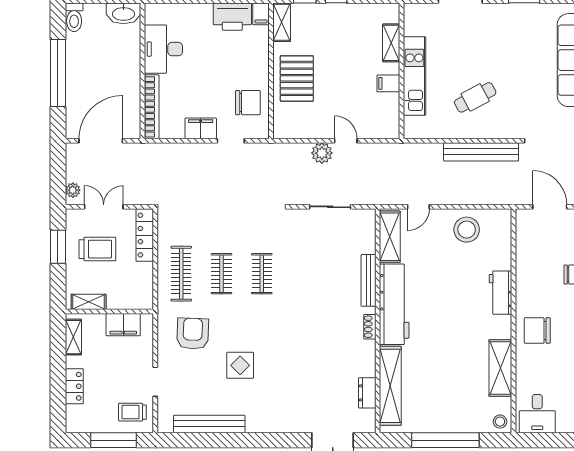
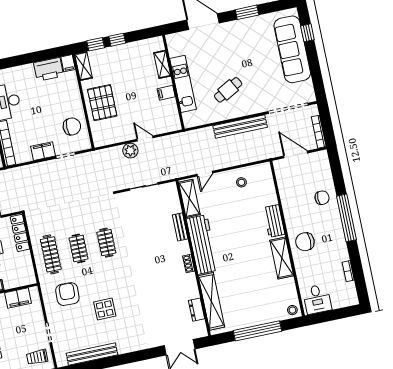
stool: (467, 230) -> (241, 182), width x0.53, depth x0.53
bench: (369, 280) -> (180, 227), width x0.73
shelving: (500, 368) -> (282, 258), moved

